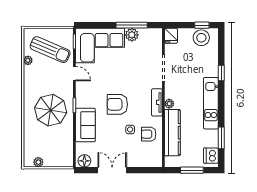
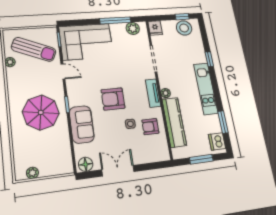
plant: (132, 35) -> (133, 28), moved

